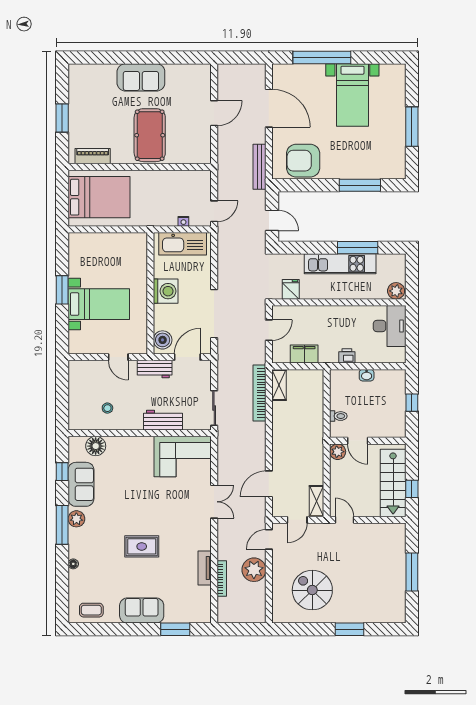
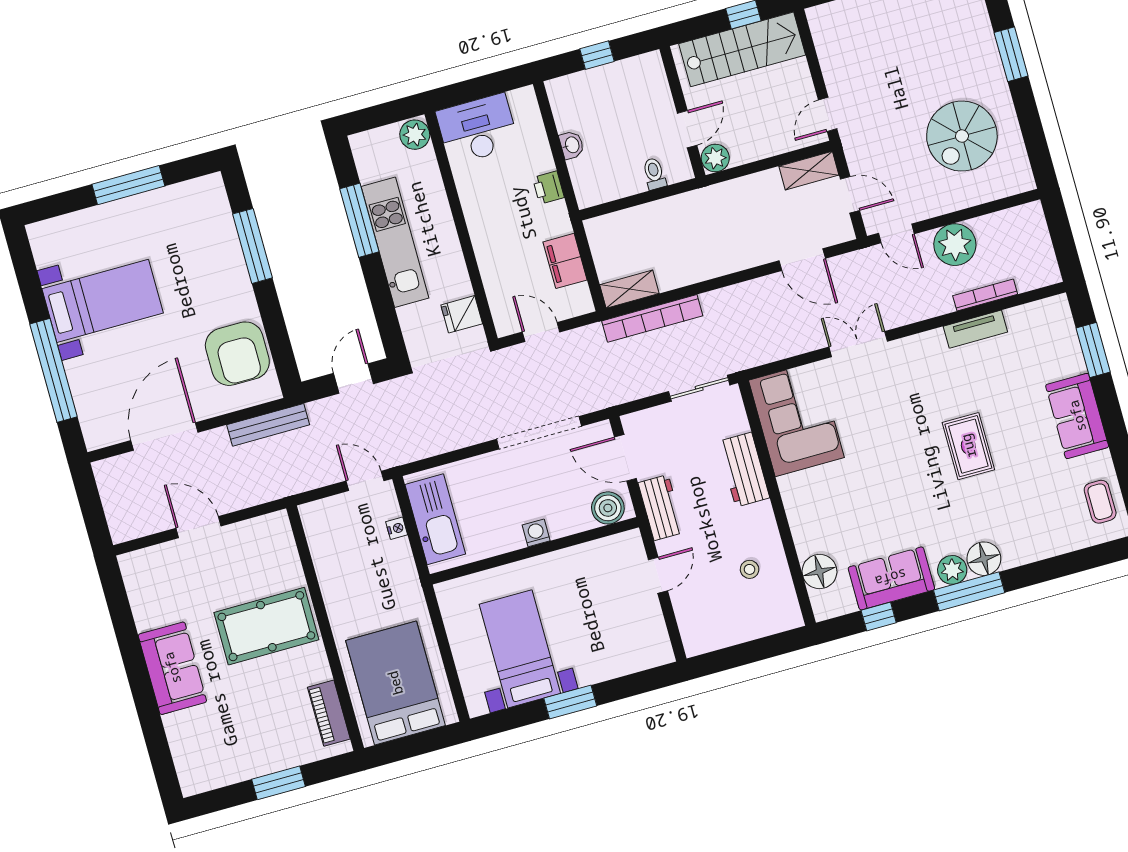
washing machine: (166, 291) -> (536, 533), width x0.53, depth x0.53
bed with nightstands: (99, 304) -> (520, 649), moved
floor lamp: (73, 564) -> (984, 559), moved, width x1.89, depth x1.89

